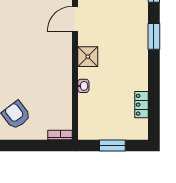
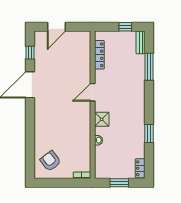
window: (154, 36) -> (149, 133), moved
locker: (141, 105) -> (140, 168), moved

